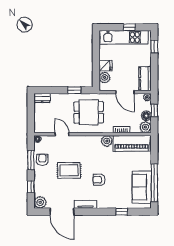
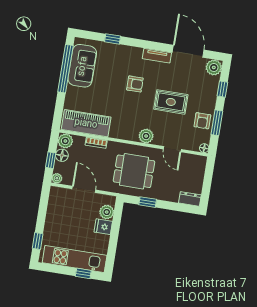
window: (129, 27) -> (83, 273), moved
kitchen counter: (145, 79) -> (56, 202), removed
plant: (107, 141) -> (146, 136), moved

